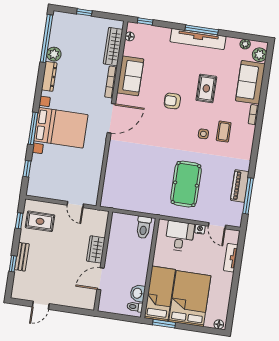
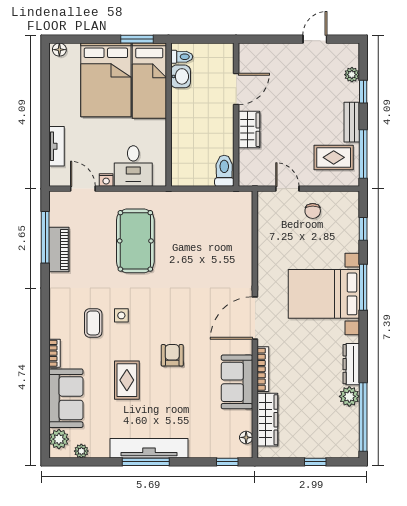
armchair: (172, 101) -> (172, 355), turned -90
chair: (60, 186) -> (313, 211), added
window: (19, 221) -> (363, 154), width x2.17
toilet: (144, 227) -> (224, 171), moved
bench: (22, 257) -> (352, 122), moved
plant: (19, 277) -> (352, 75), added

